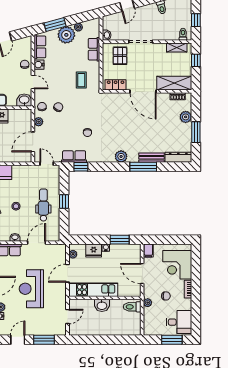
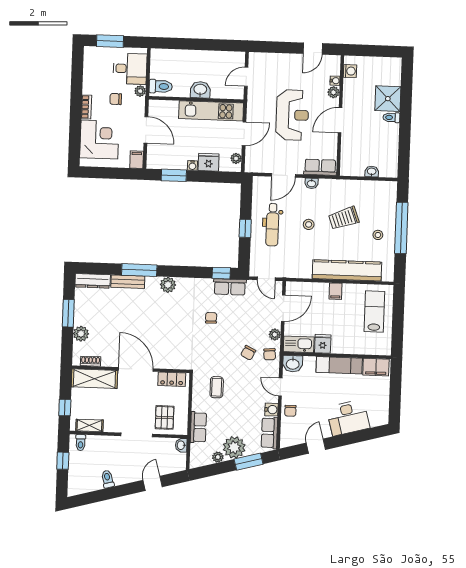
kitchen sink: (20, 115) -> (299, 344), added
desk: (179, 322) -> (130, 69), moved, turned 180
window: (44, 340) -> (278, 47), removed

